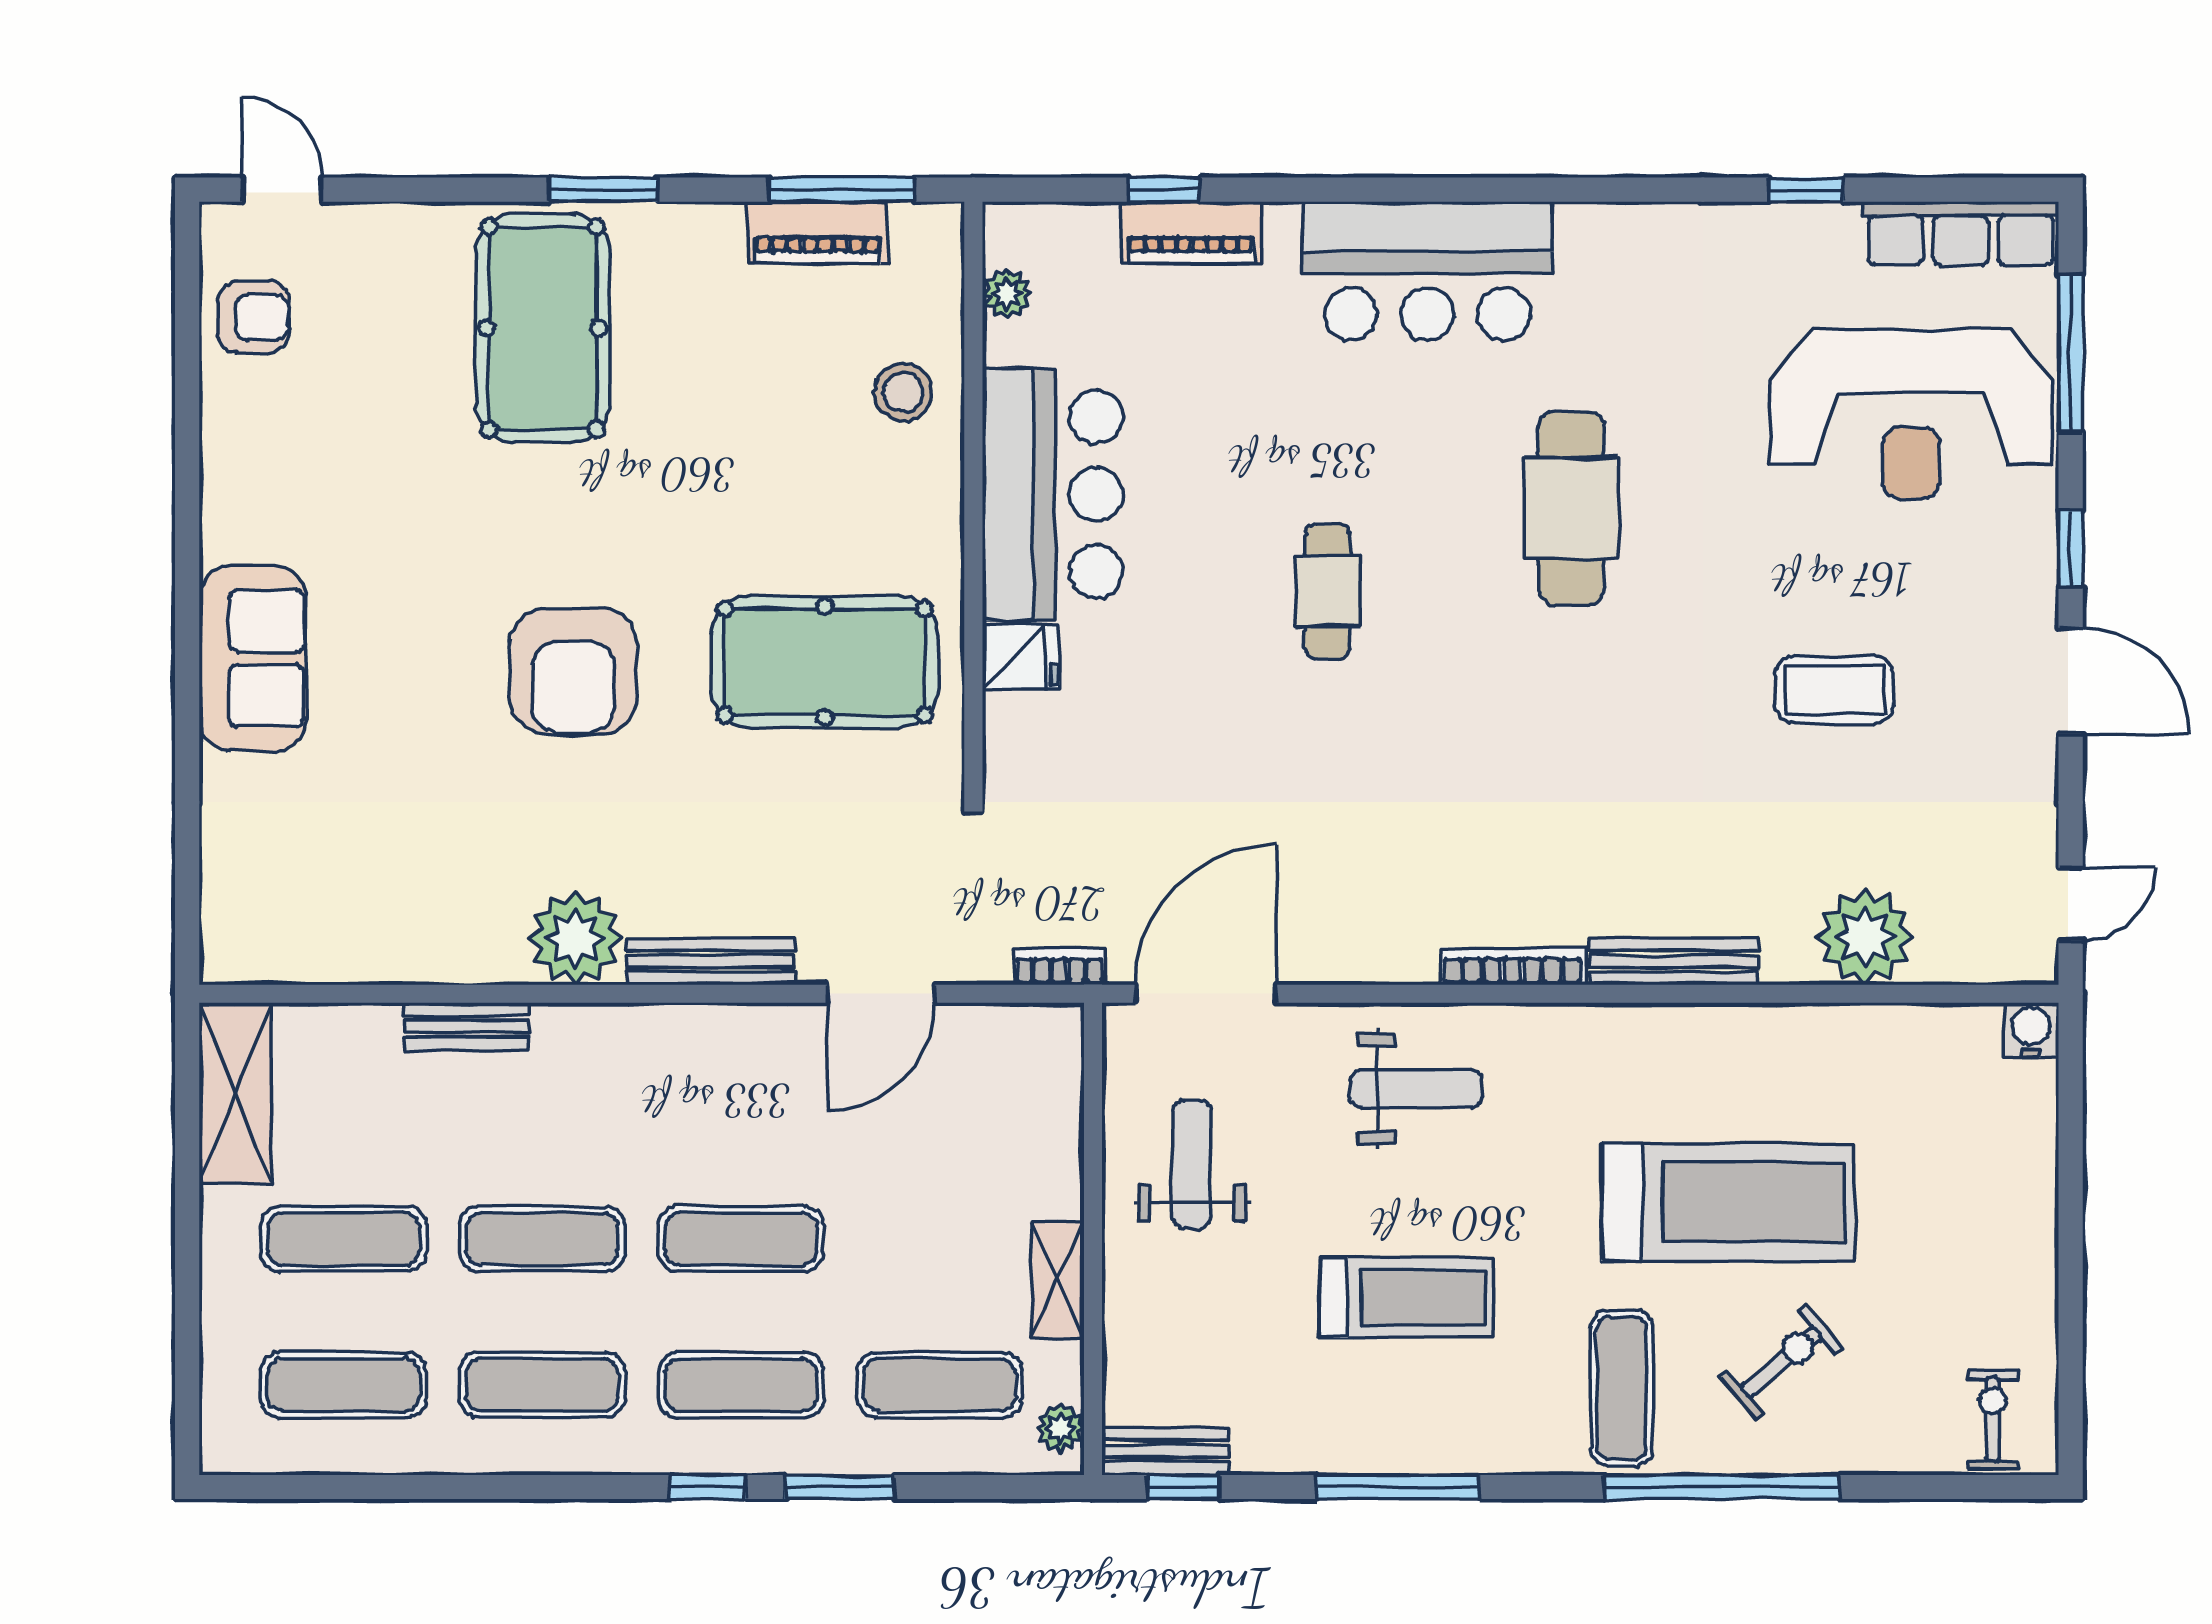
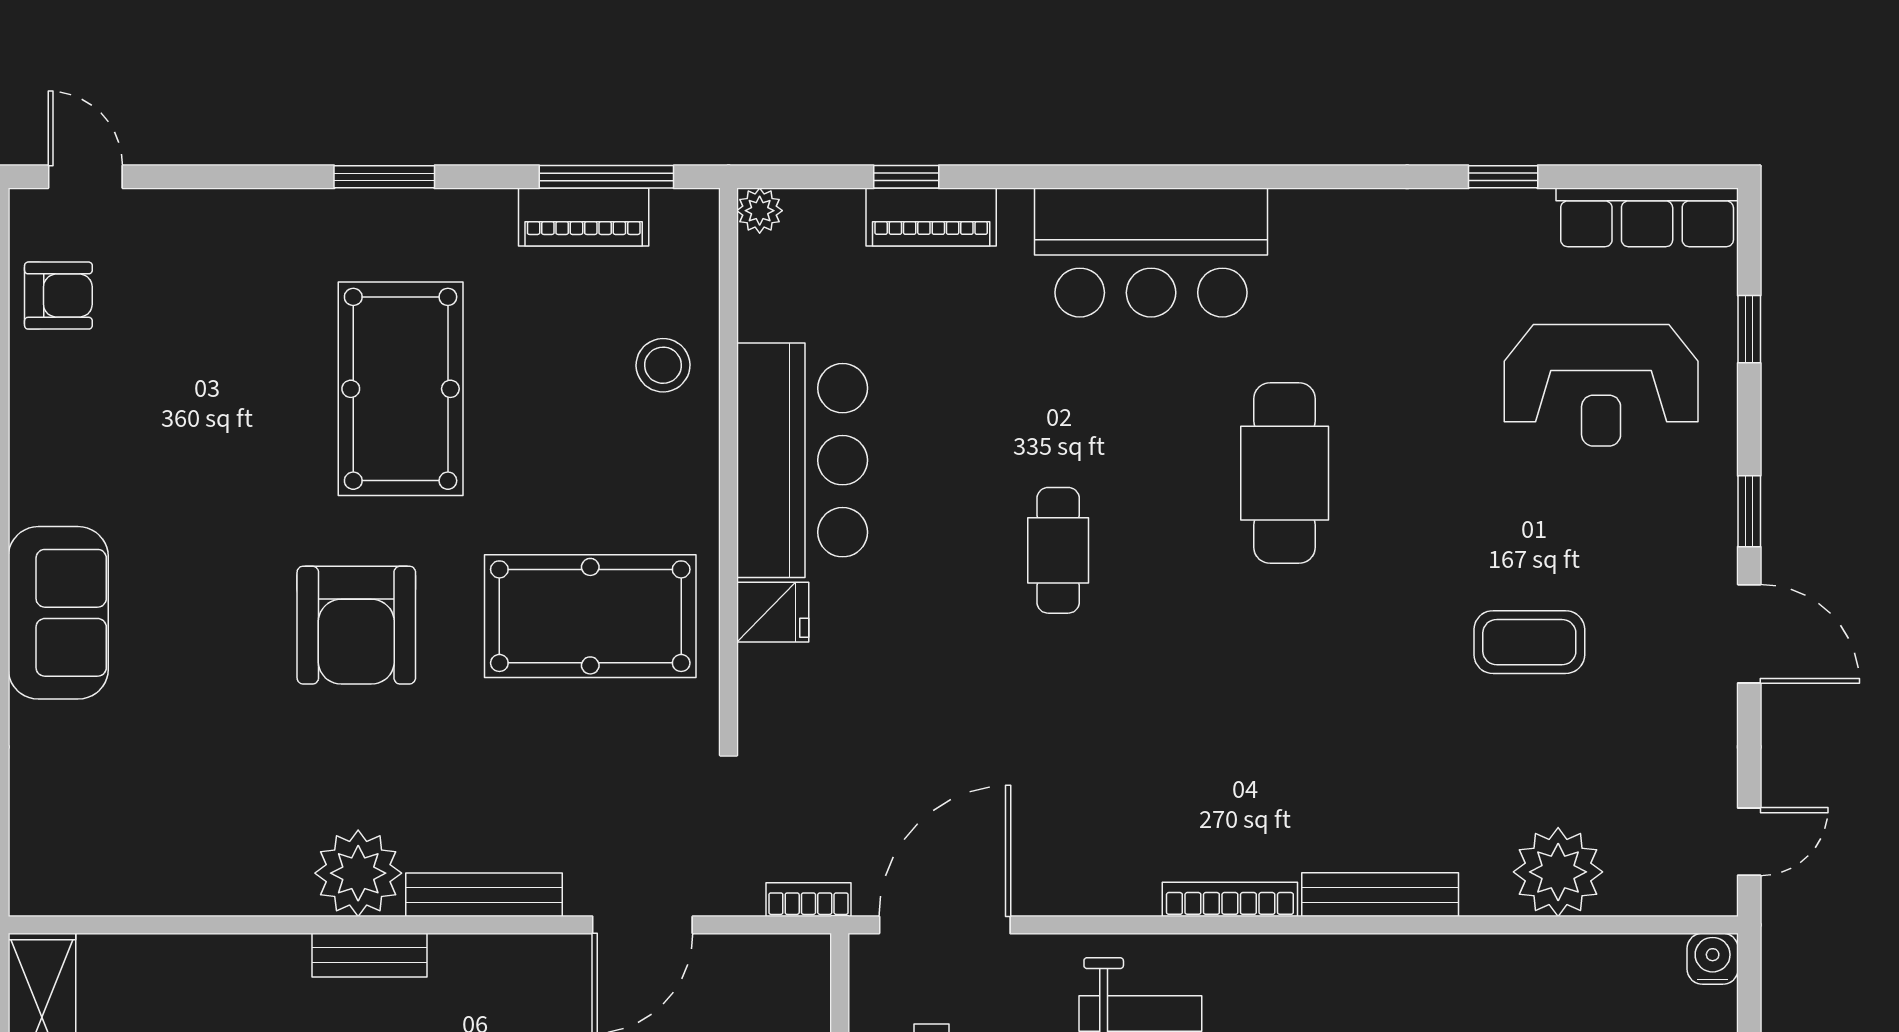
plant: (1007, 294) -> (760, 211), moved
pool table: (543, 328) -> (401, 389), moved
window: (2071, 353) -> (1749, 329), width x0.46
reception desk: (1911, 414) -> (1601, 385), width x0.74, depth x0.77
bench: (466, 1026) -> (369, 955), moved

